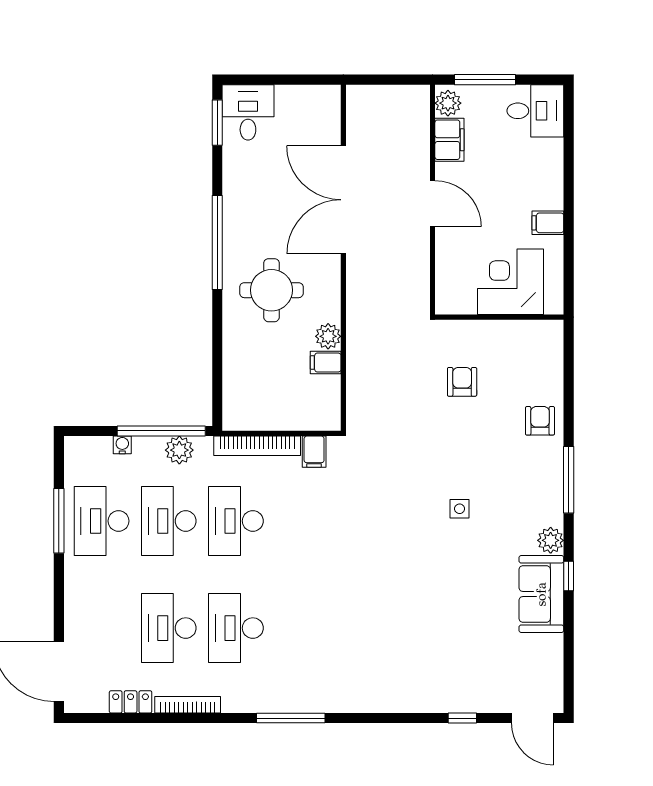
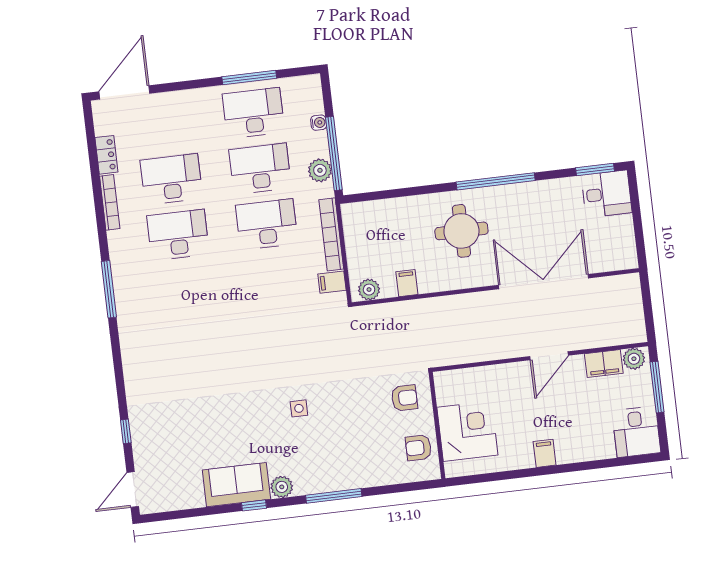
corner desk: (511, 282) -> (467, 431), moved
wall: (499, 317) -> (437, 425), moved
plant: (328, 336) -> (369, 290), moved
armchair: (540, 421) -> (418, 448), moved, turned 180

